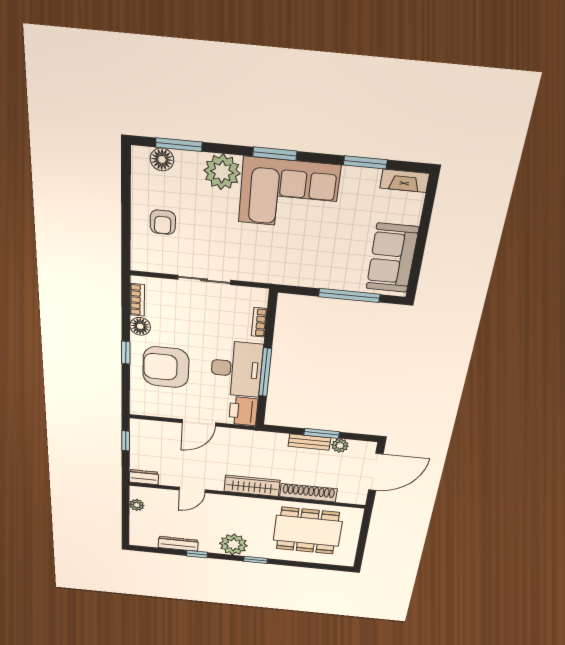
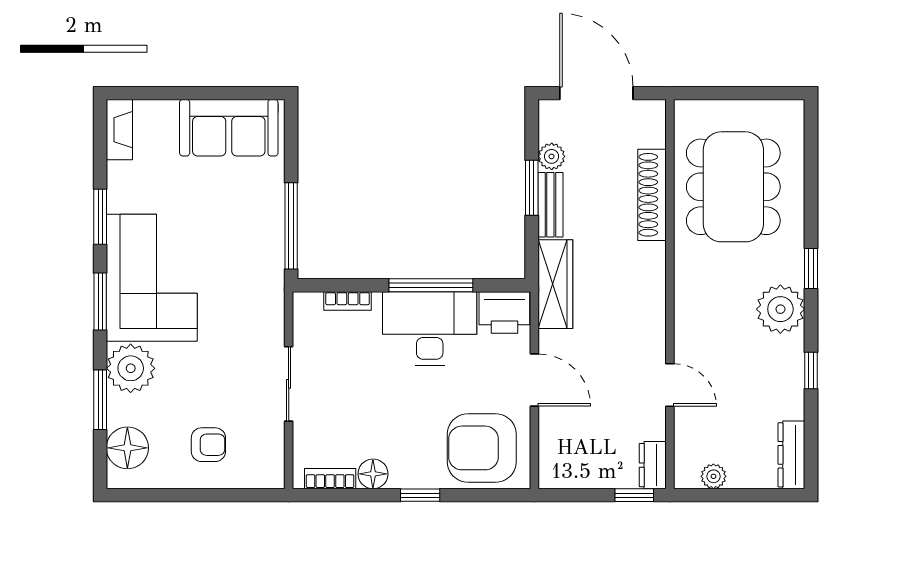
window: (179, 145) -> (100, 400), moved
floor lamp: (162, 159) -> (127, 448), width x1.38, depth x1.38
window: (365, 162) -> (100, 217), moved
window: (349, 295) -> (291, 226), moved
armchair: (166, 367) -> (482, 448), moved, turned 90
window: (126, 441) -> (634, 495), moved
wardrobe: (252, 486) -> (555, 284), moved, turned 180
dresser: (178, 544) -> (791, 455), moved

